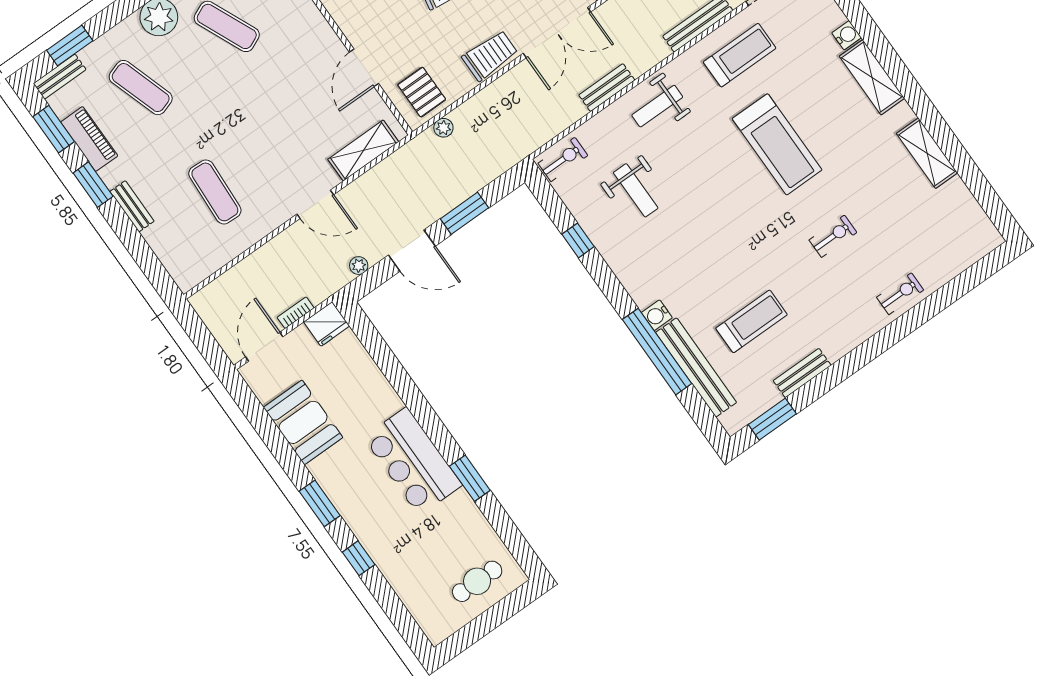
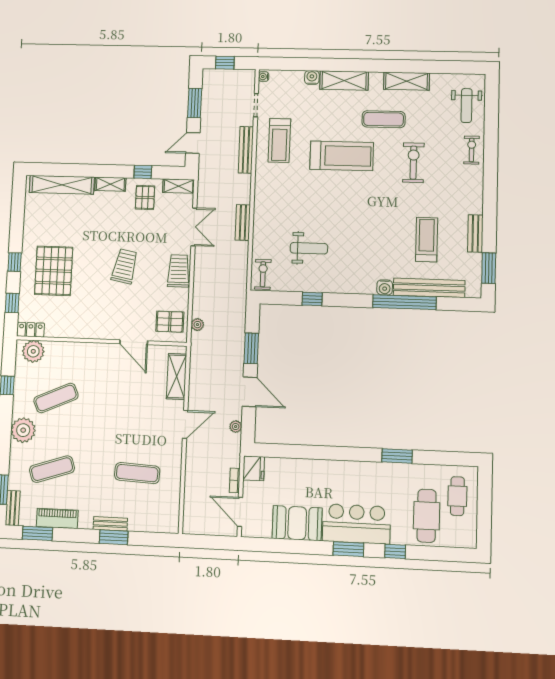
double door: (557, 33) -> (194, 227), width x0.73
treadmill: (740, 55) -> (279, 140), turned 180
weight bench: (657, 106) -> (466, 106), moved
exercise mat: (859, 161) -> (384, 119), added
window: (93, 185) -> (114, 537), moved
exercise bike: (833, 236) -> (413, 163), width x1.38, depth x1.39
door: (412, 251) -> (250, 392), hinge flipped
bar counter: (413, 461) -> (356, 524), moved, turned 180
cafe table: (427, 563) -> (427, 516), added

